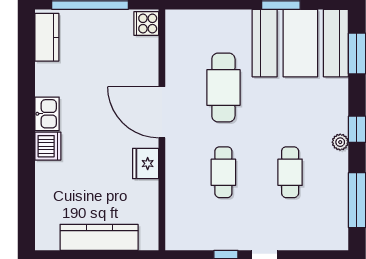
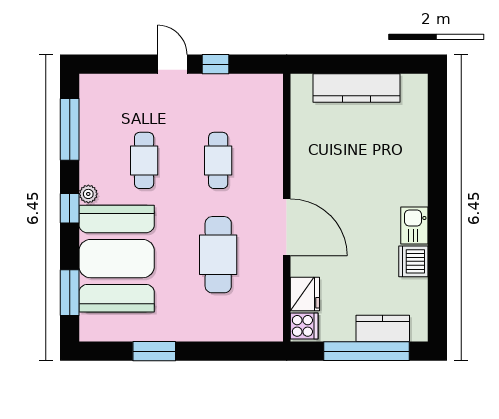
kitchen counter: (47, 37) -> (383, 328), moved, turned 90
booth: (300, 43) -> (117, 259), moved, turned 90
dishwasher: (48, 146) -> (413, 261), moved
fridge: (146, 164) -> (305, 294), moved

